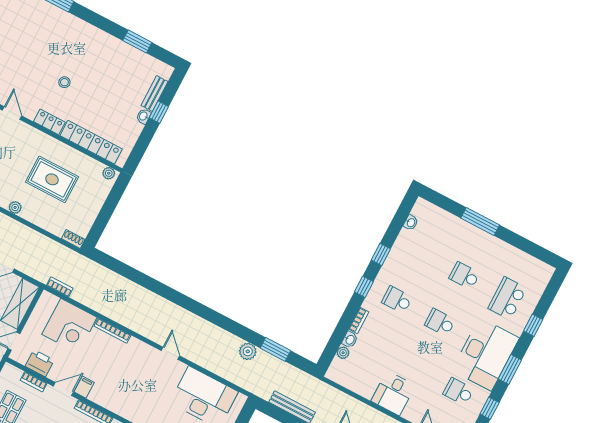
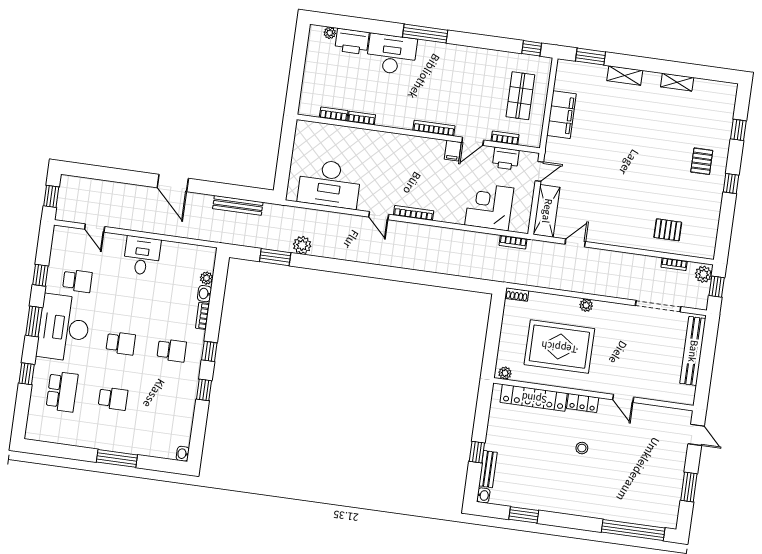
washbasin: (144, 116) -> (483, 495), moved
rug: (52, 179) -> (559, 347), width x1.37, depth x1.44
washbasin: (411, 223) -> (183, 454), moved
bookcase: (112, 331) -> (414, 213), moved

